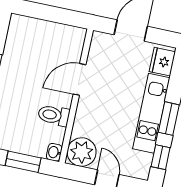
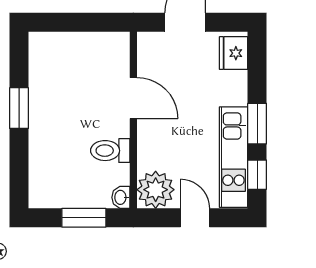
door: (80, 79) -> (133, 98), swing flipped
kitchen unit: (151, 113) -> (233, 157), moved

